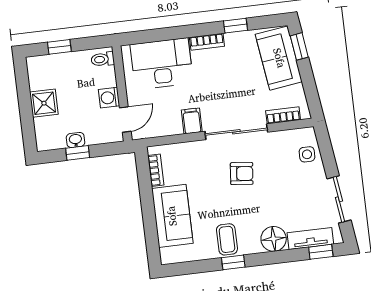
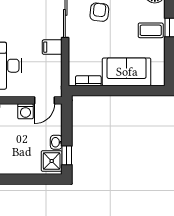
shower: (44, 103) -> (52, 161), moved
door: (125, 119) -> (45, 100), swing flipped
window: (78, 153) -> (67, 155), moved

